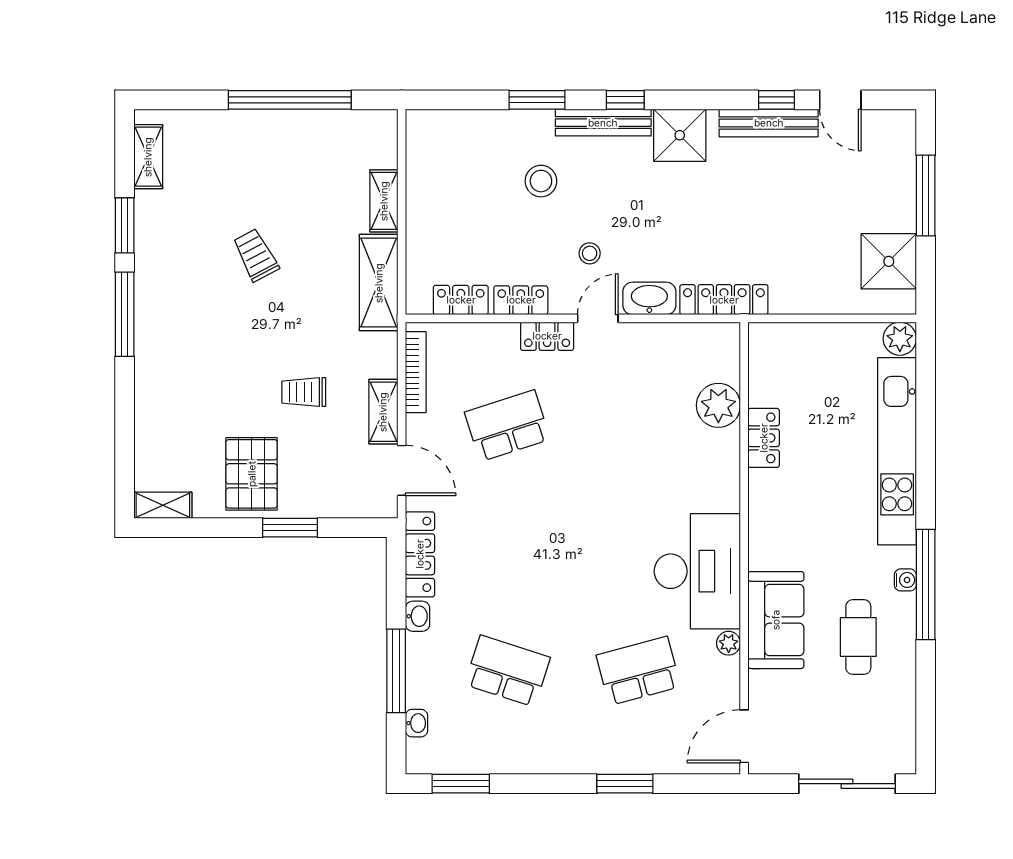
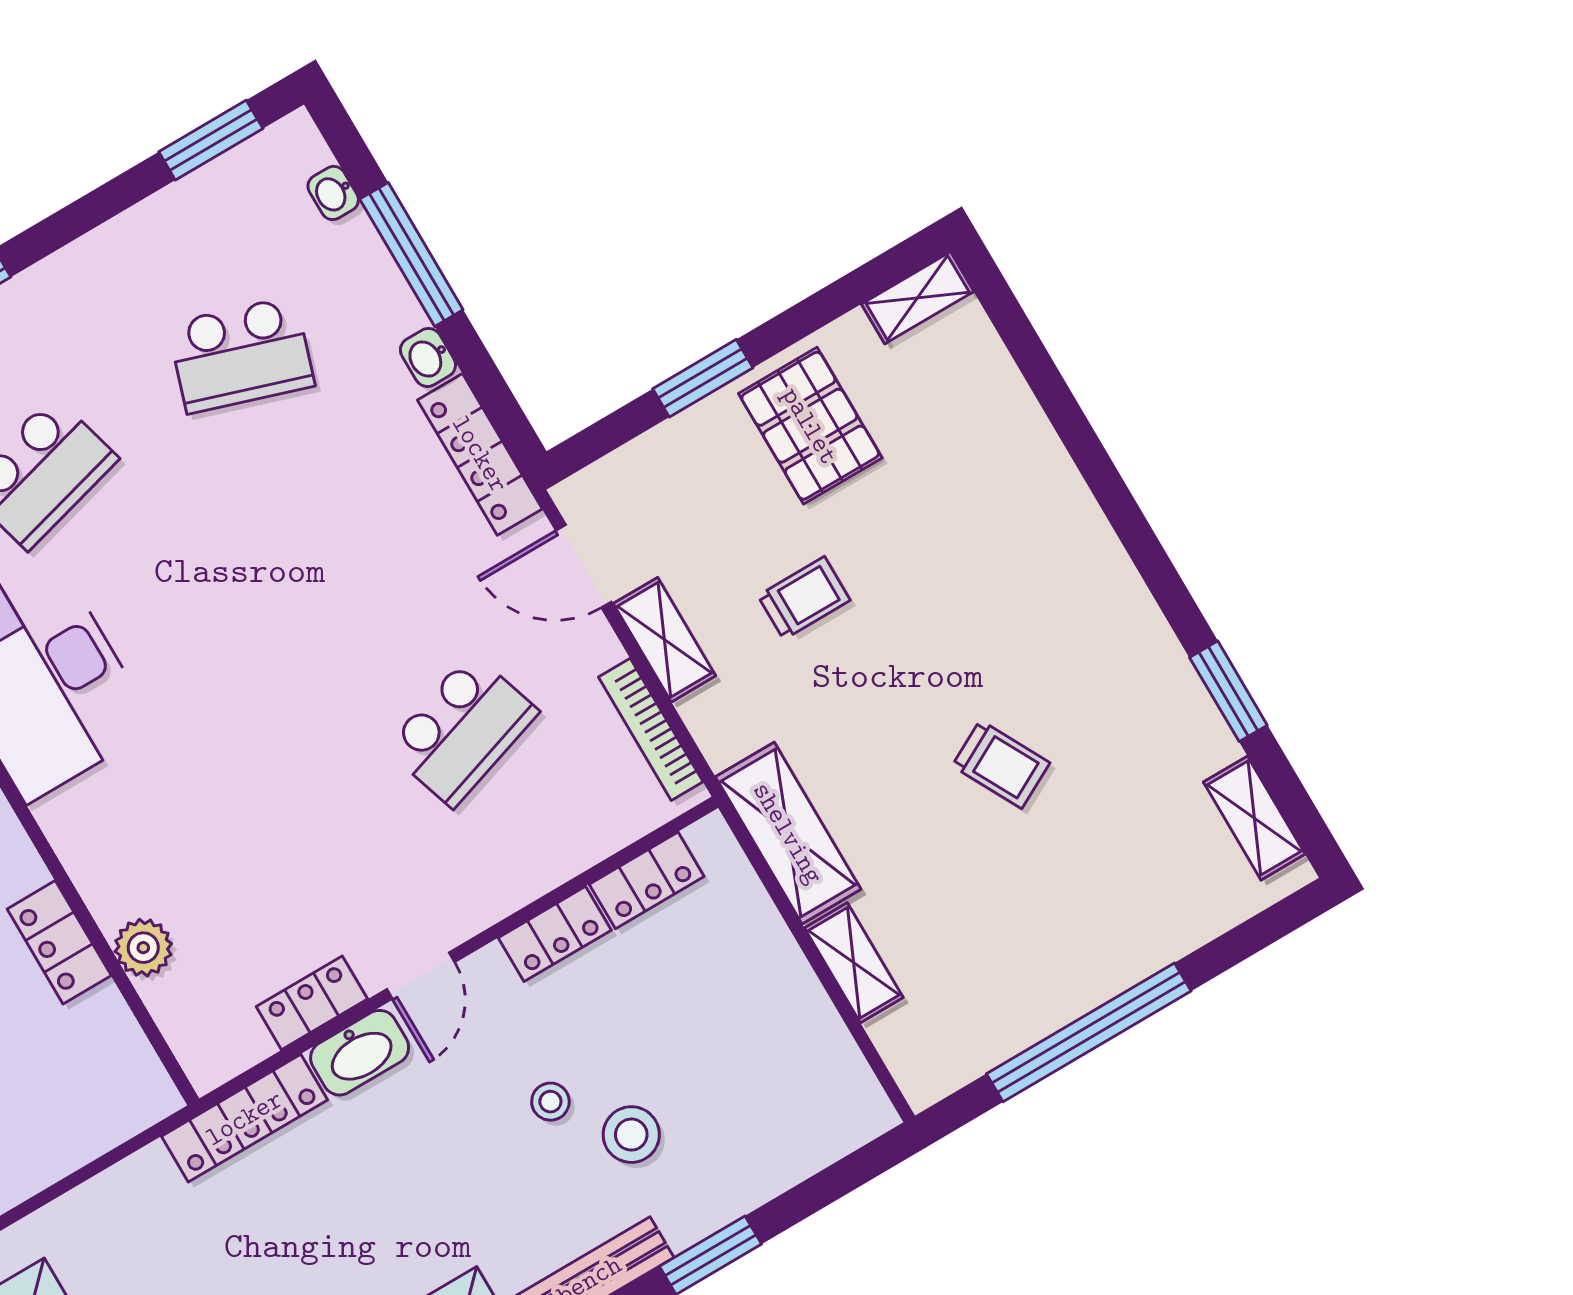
stool: (590, 253) -> (550, 1102), moved
window: (125, 314) -> (1148, 555), removed
locker: (547, 336) -> (312, 1003), moved
plant: (718, 405) -> (143, 948), width x0.73, depth x0.73

